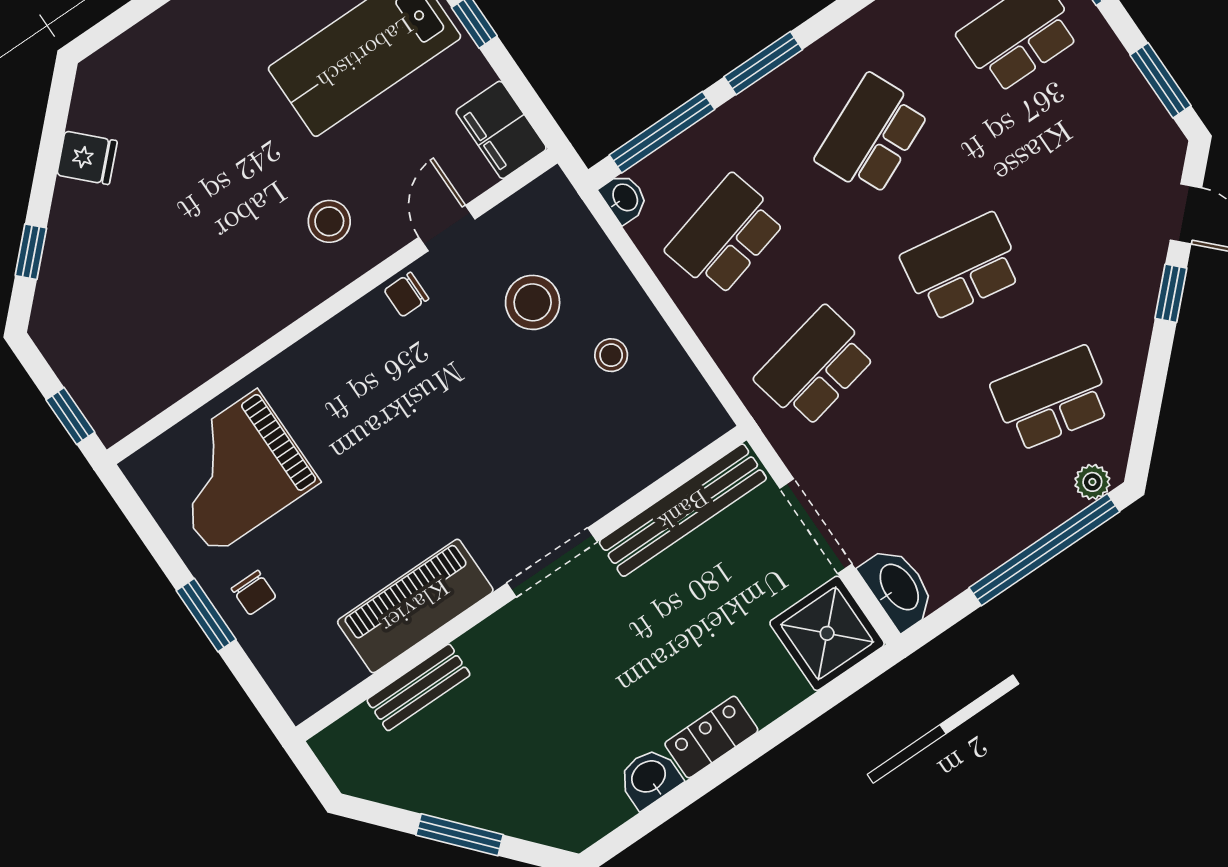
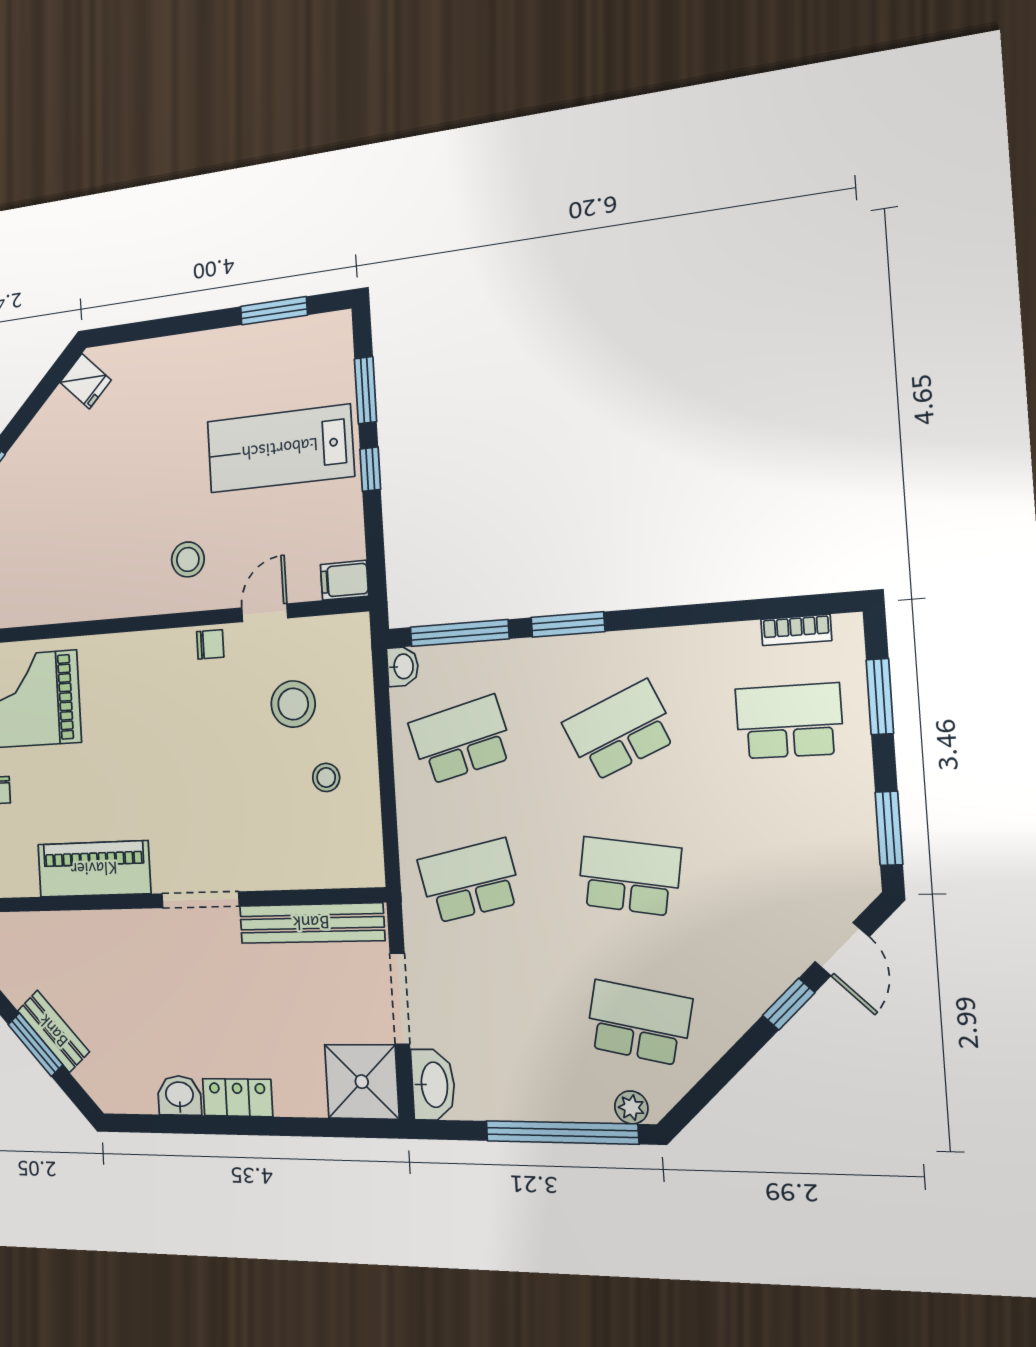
filing cabinet: (501, 130) -> (344, 580), width x0.50
fridge: (87, 158) -> (86, 381), moved
chair: (406, 295) -> (210, 644), turned 180
bench: (418, 687) -> (53, 1031), moved, turned 49

